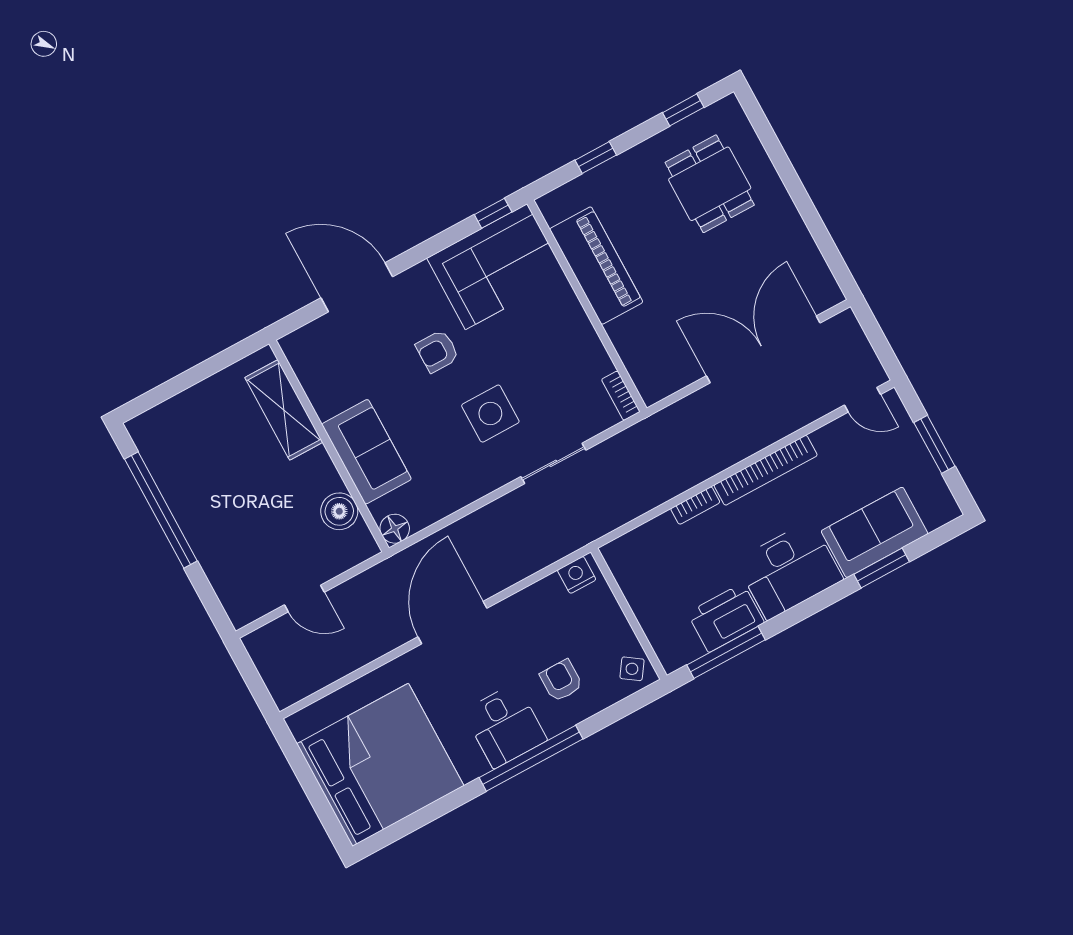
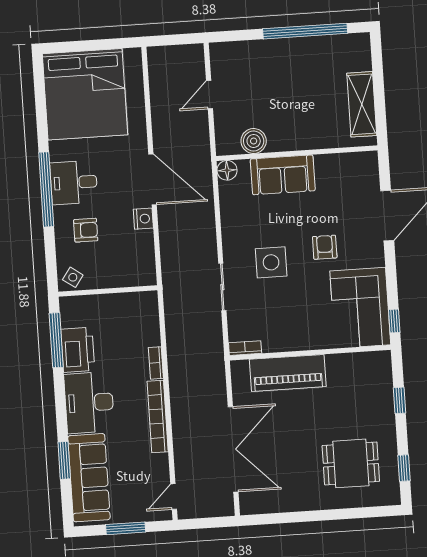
piano: (596, 266) -> (288, 373), moved
shelving: (284, 410) -> (362, 104), moved, turned 90
sofa: (875, 532) -> (89, 478), width x1.36
nightstand: (577, 575) -> (143, 219), moved

